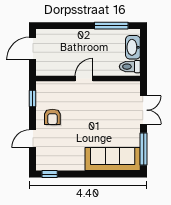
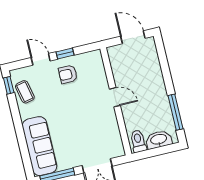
window: (33, 99) -> (65, 53), moved
coffee table: (59, 161) -> (25, 92), added

